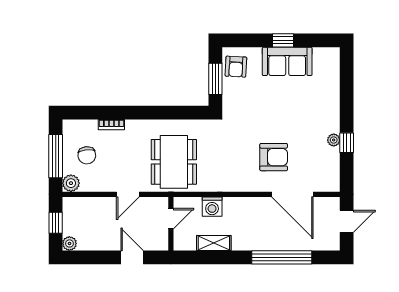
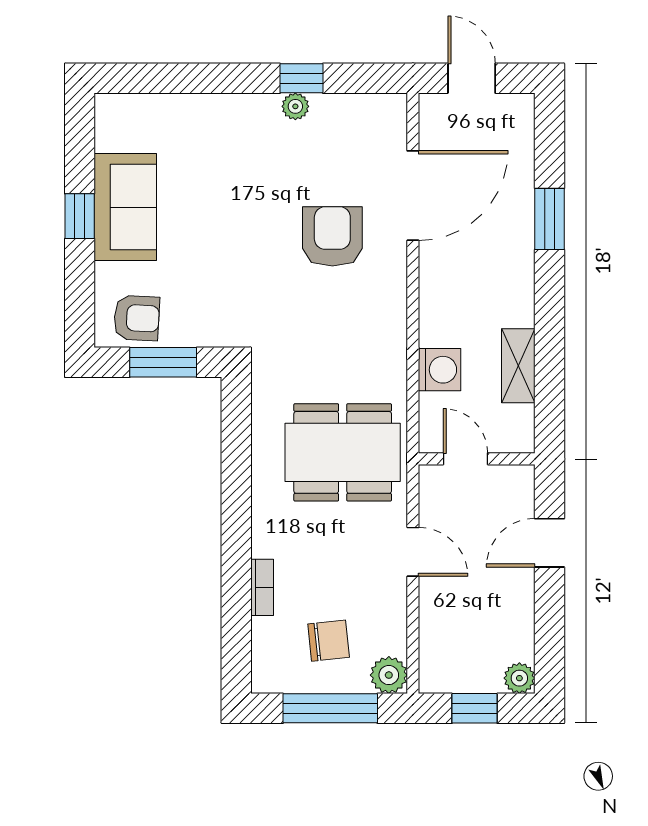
window: (282, 257) -> (549, 219), width x0.47

